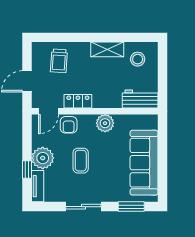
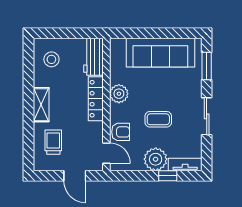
shelving: (107, 49) -> (41, 105), moved
trolley: (59, 61) -> (53, 142), turned -94
locker: (78, 101) -> (96, 99), moved, width x1.53

